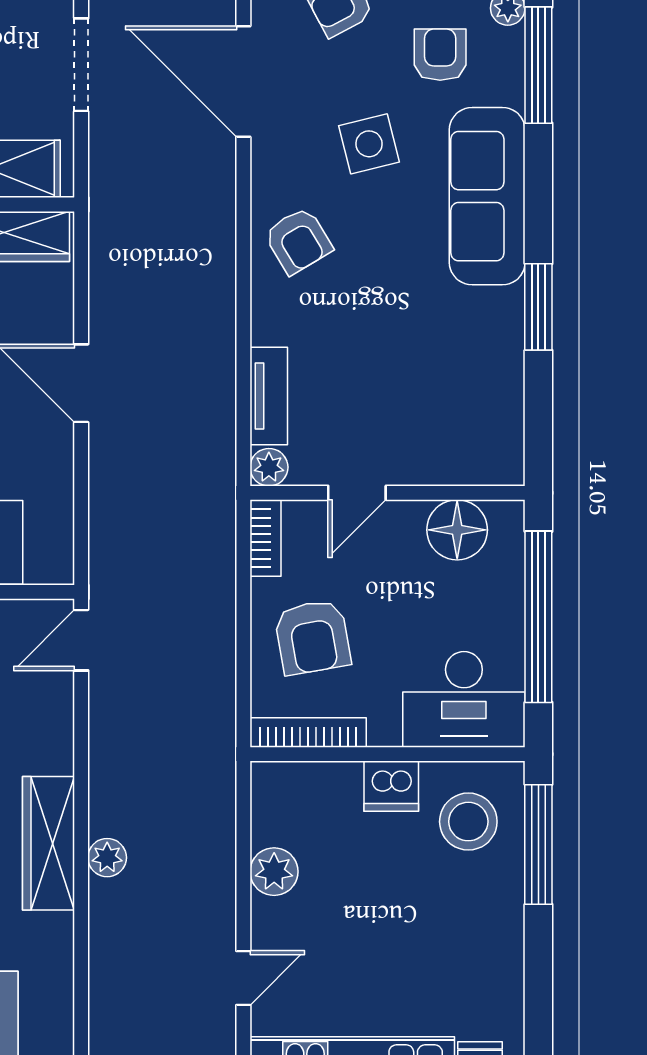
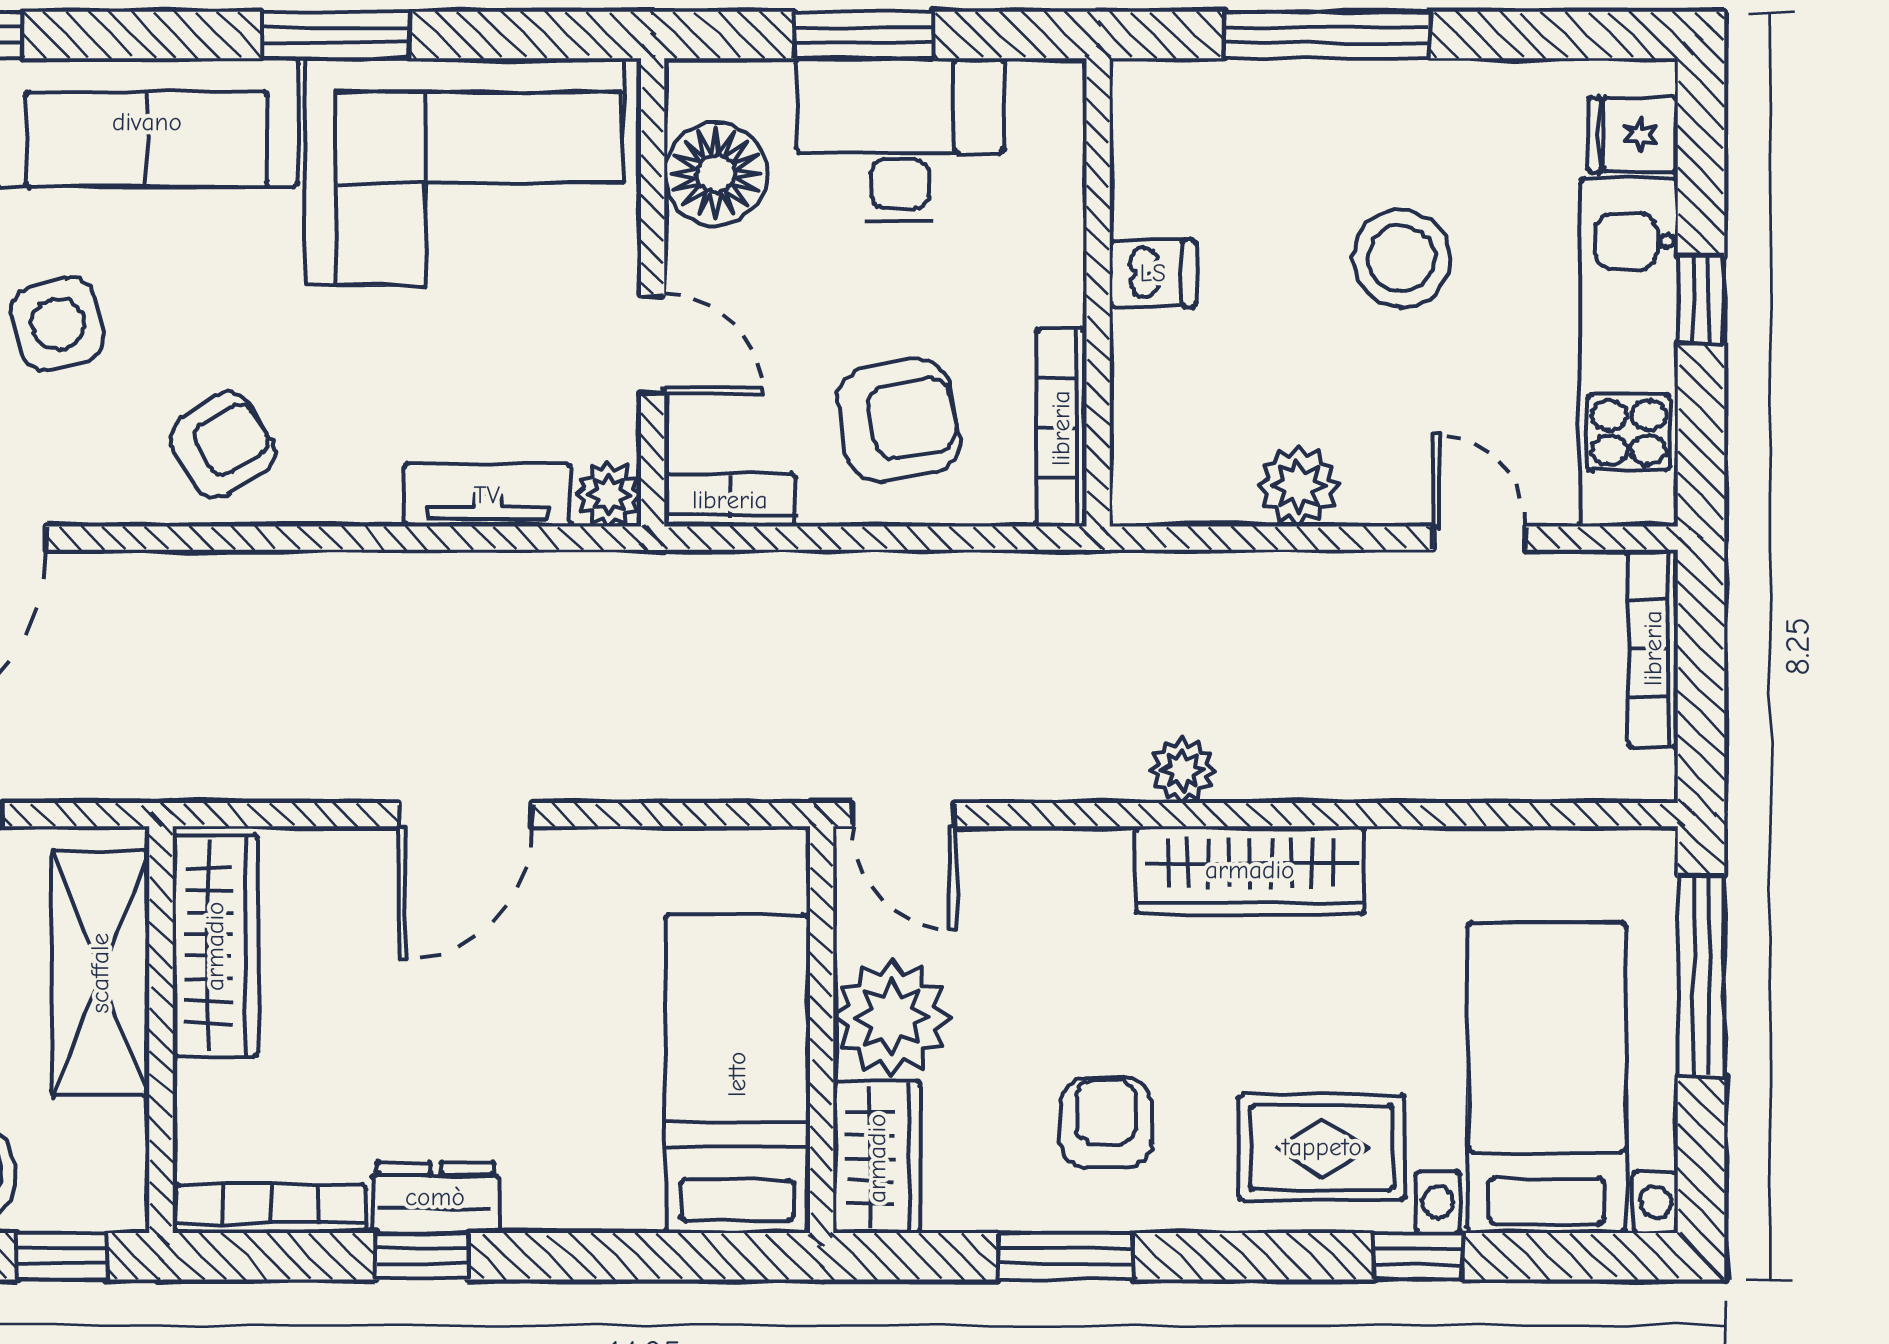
corner sofa: (458, 382) -> (463, 172), added
window: (538, 617) -> (864, 35), width x0.47
desk: (464, 699) -> (900, 140), moved, turned -90
dishwasher: (391, 786) -> (1153, 273), width x0.73
stool: (468, 822) -> (1401, 258), moved
window: (538, 844) -> (1326, 35), moved
plant: (107, 858) -> (1182, 770), moved

